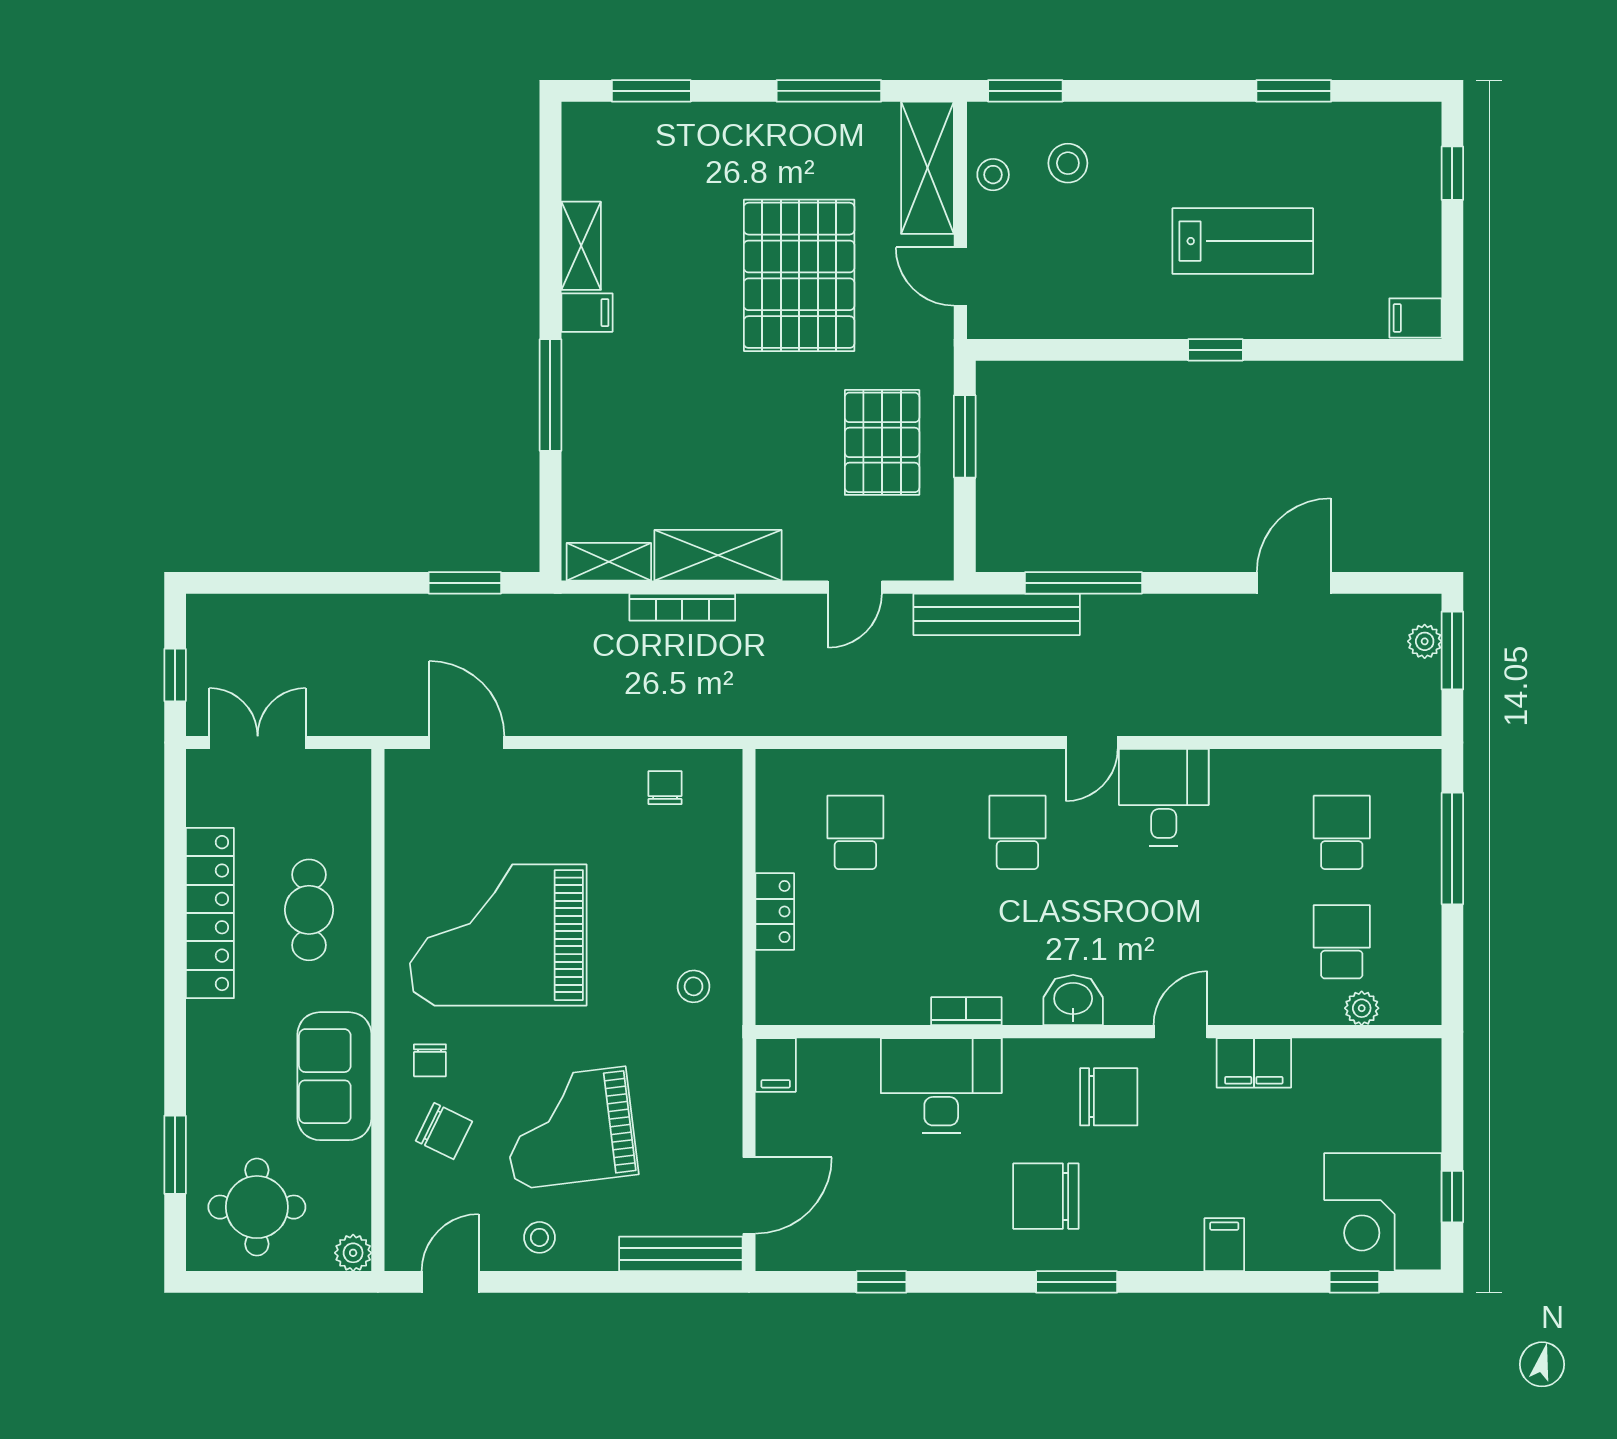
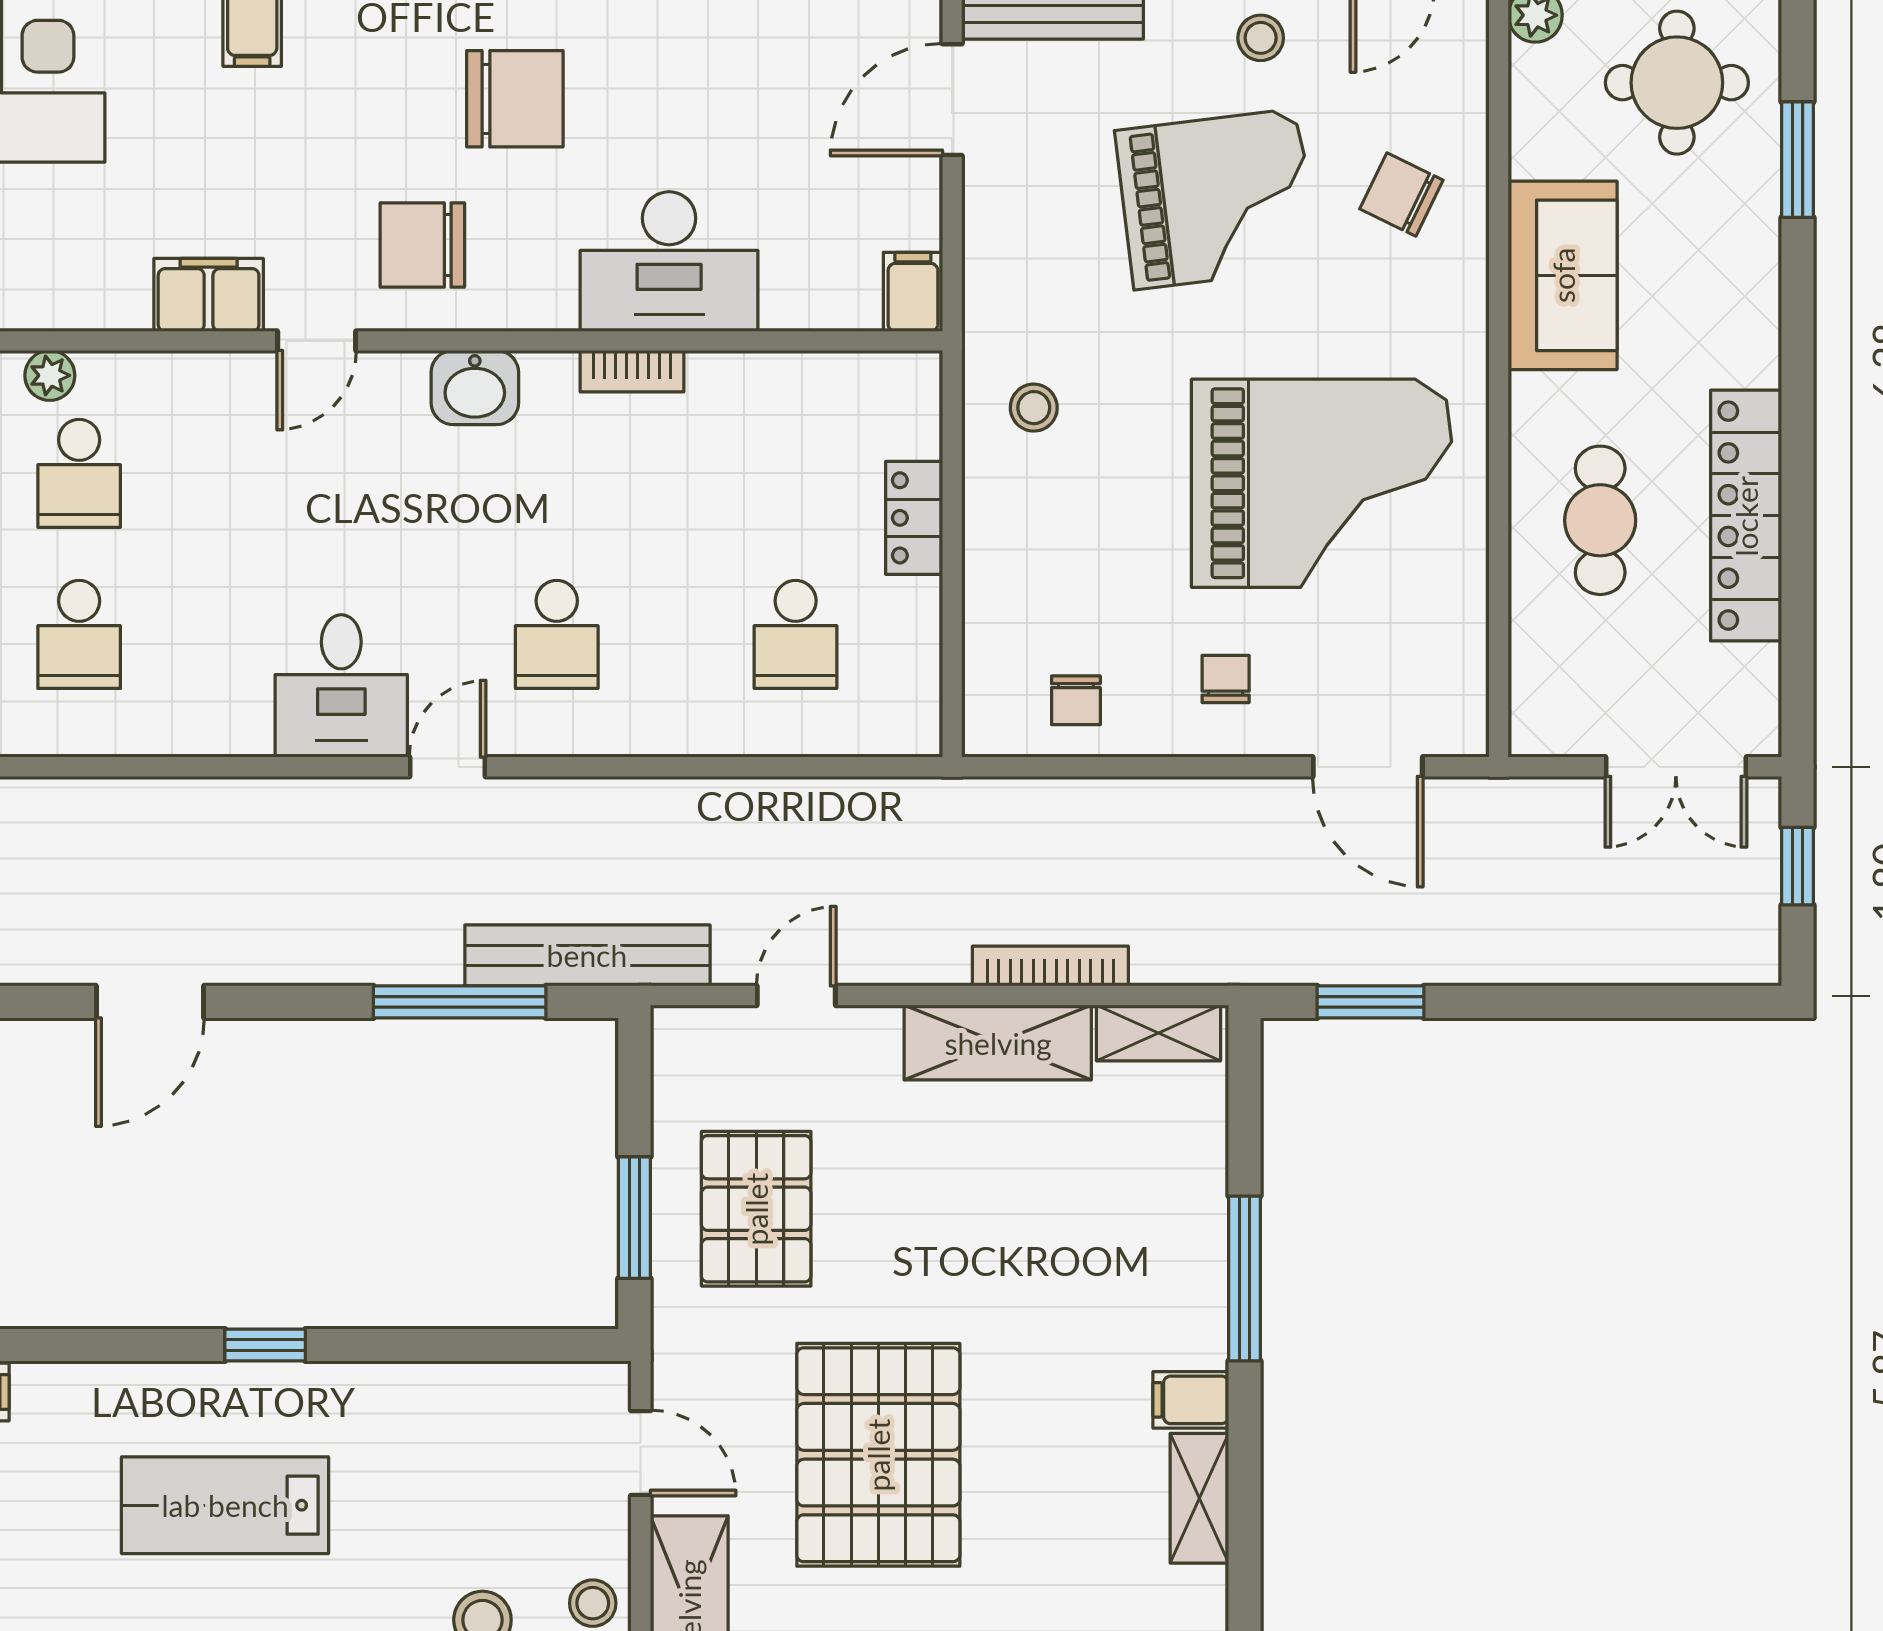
chair: (430, 1060) -> (1226, 679), moved

